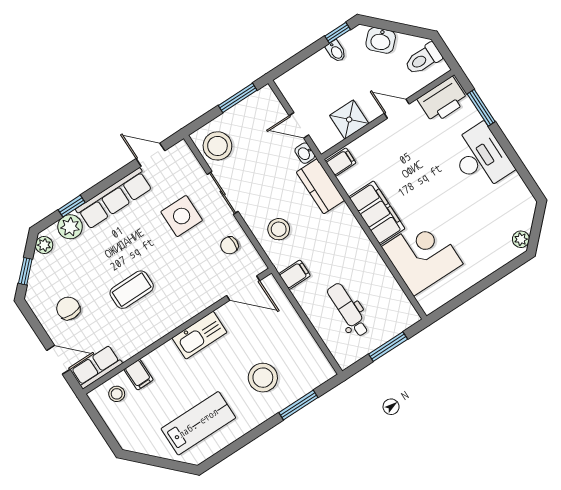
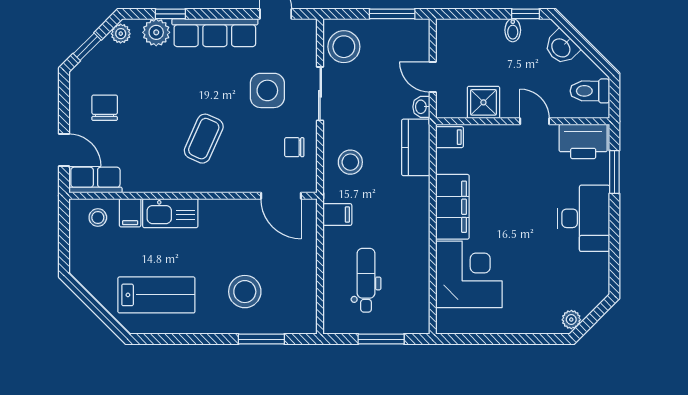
coffee table: (132, 290) -> (204, 139), moved, turned -66
kitchen sink: (200, 335) -> (170, 213), moved

